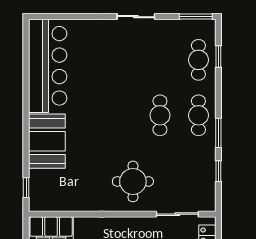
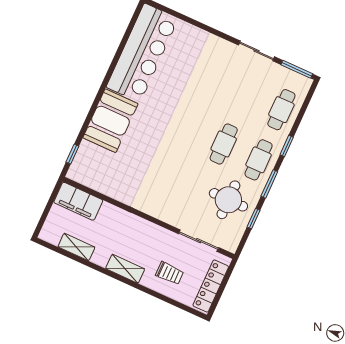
sliding door: (136, 17) -> (257, 51), moved
window: (218, 57) -> (287, 146), moved
round table: (133, 181) -> (228, 200), moved

